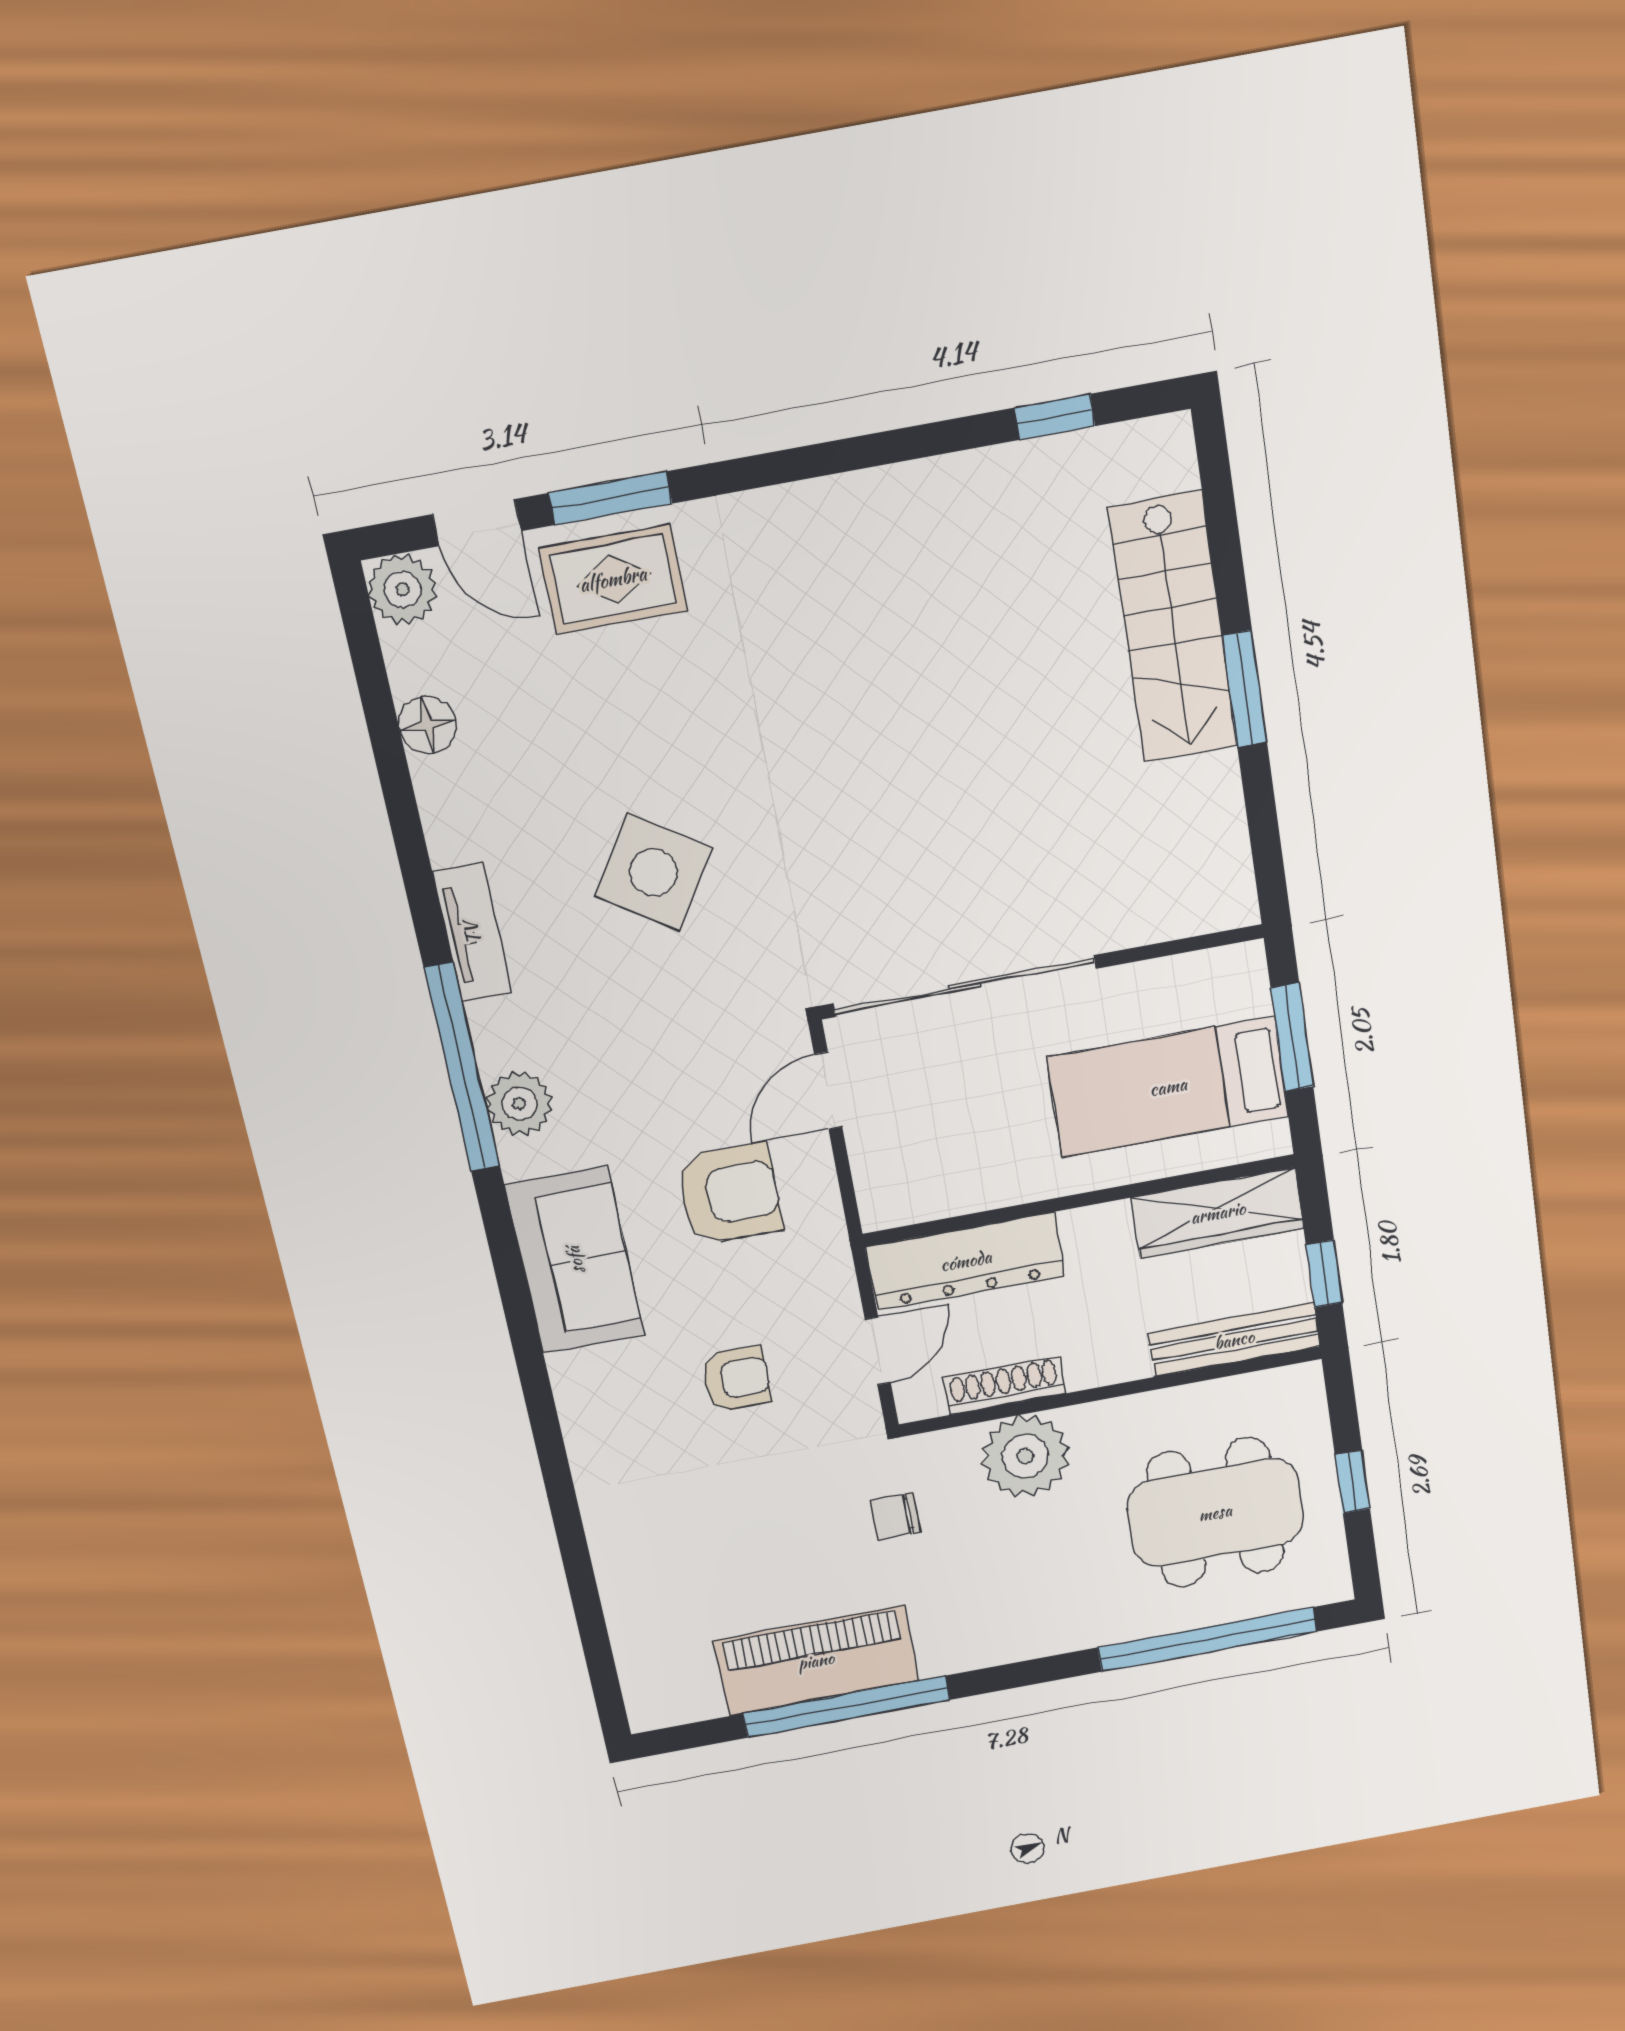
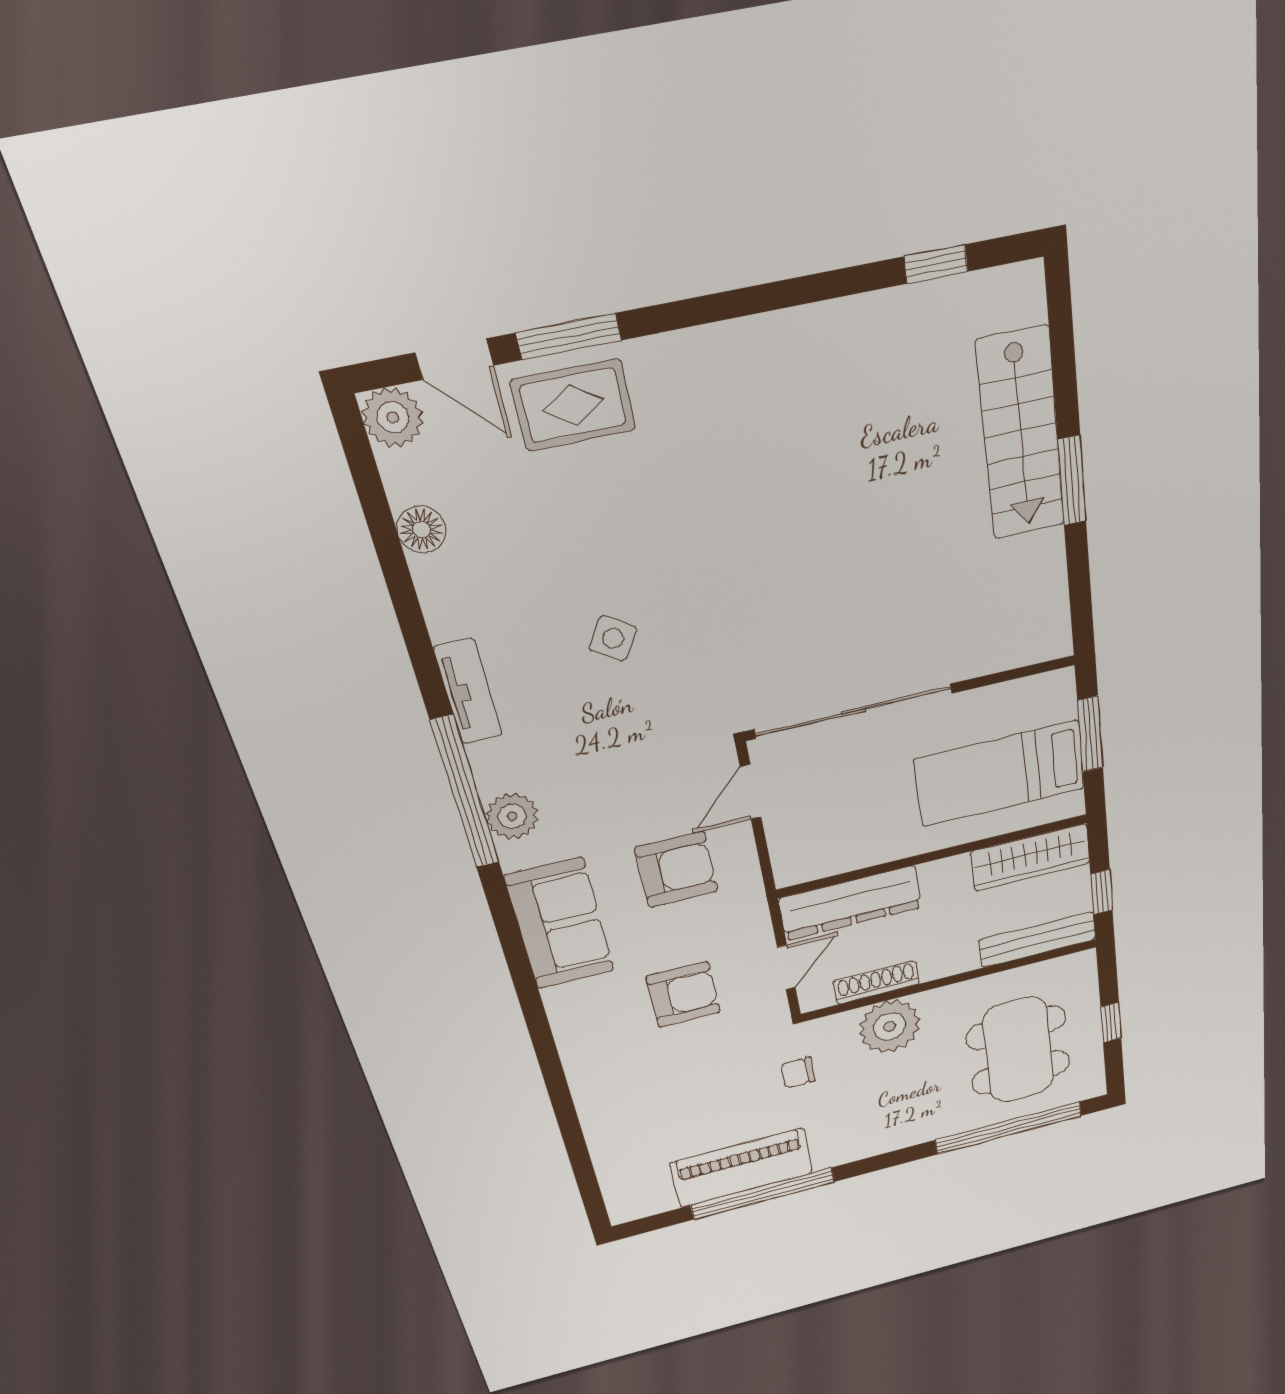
side table: (654, 872) -> (613, 638), width x0.54, depth x0.54
armchair: (736, 1379) -> (683, 994), width x1.38, depth x1.38
dining table: (1215, 1513) -> (1018, 1050), turned 90

